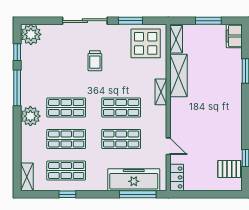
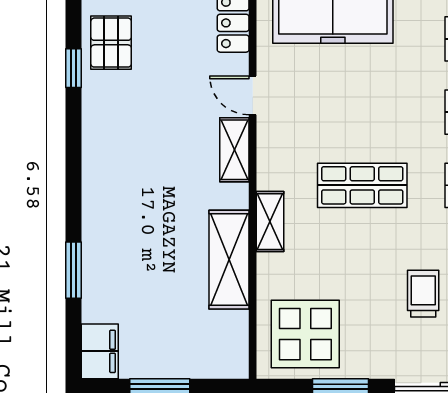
shelving: (176, 39) -> (234, 150), moved
shop shelf: (121, 139) -> (362, 112), removed
pallet: (229, 169) -> (111, 43), turned 90

